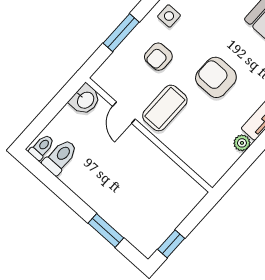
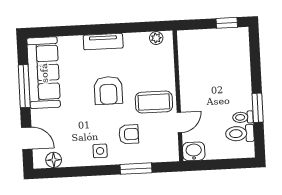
plant: (242, 143) -> (156, 38), moved
toilet: (42, 147) -> (243, 117), moved
window: (106, 230) -> (258, 108), moved

